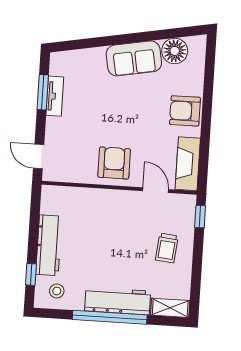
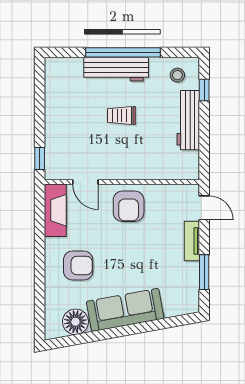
sofa: (134, 58) -> (125, 310), width x1.36
tv unit: (55, 96) -> (192, 241), moved
armchair: (185, 111) -> (78, 266), moved
trolley: (167, 248) -> (121, 115), moved, turned -96
shelving: (170, 308) -> (63, 66), removed

